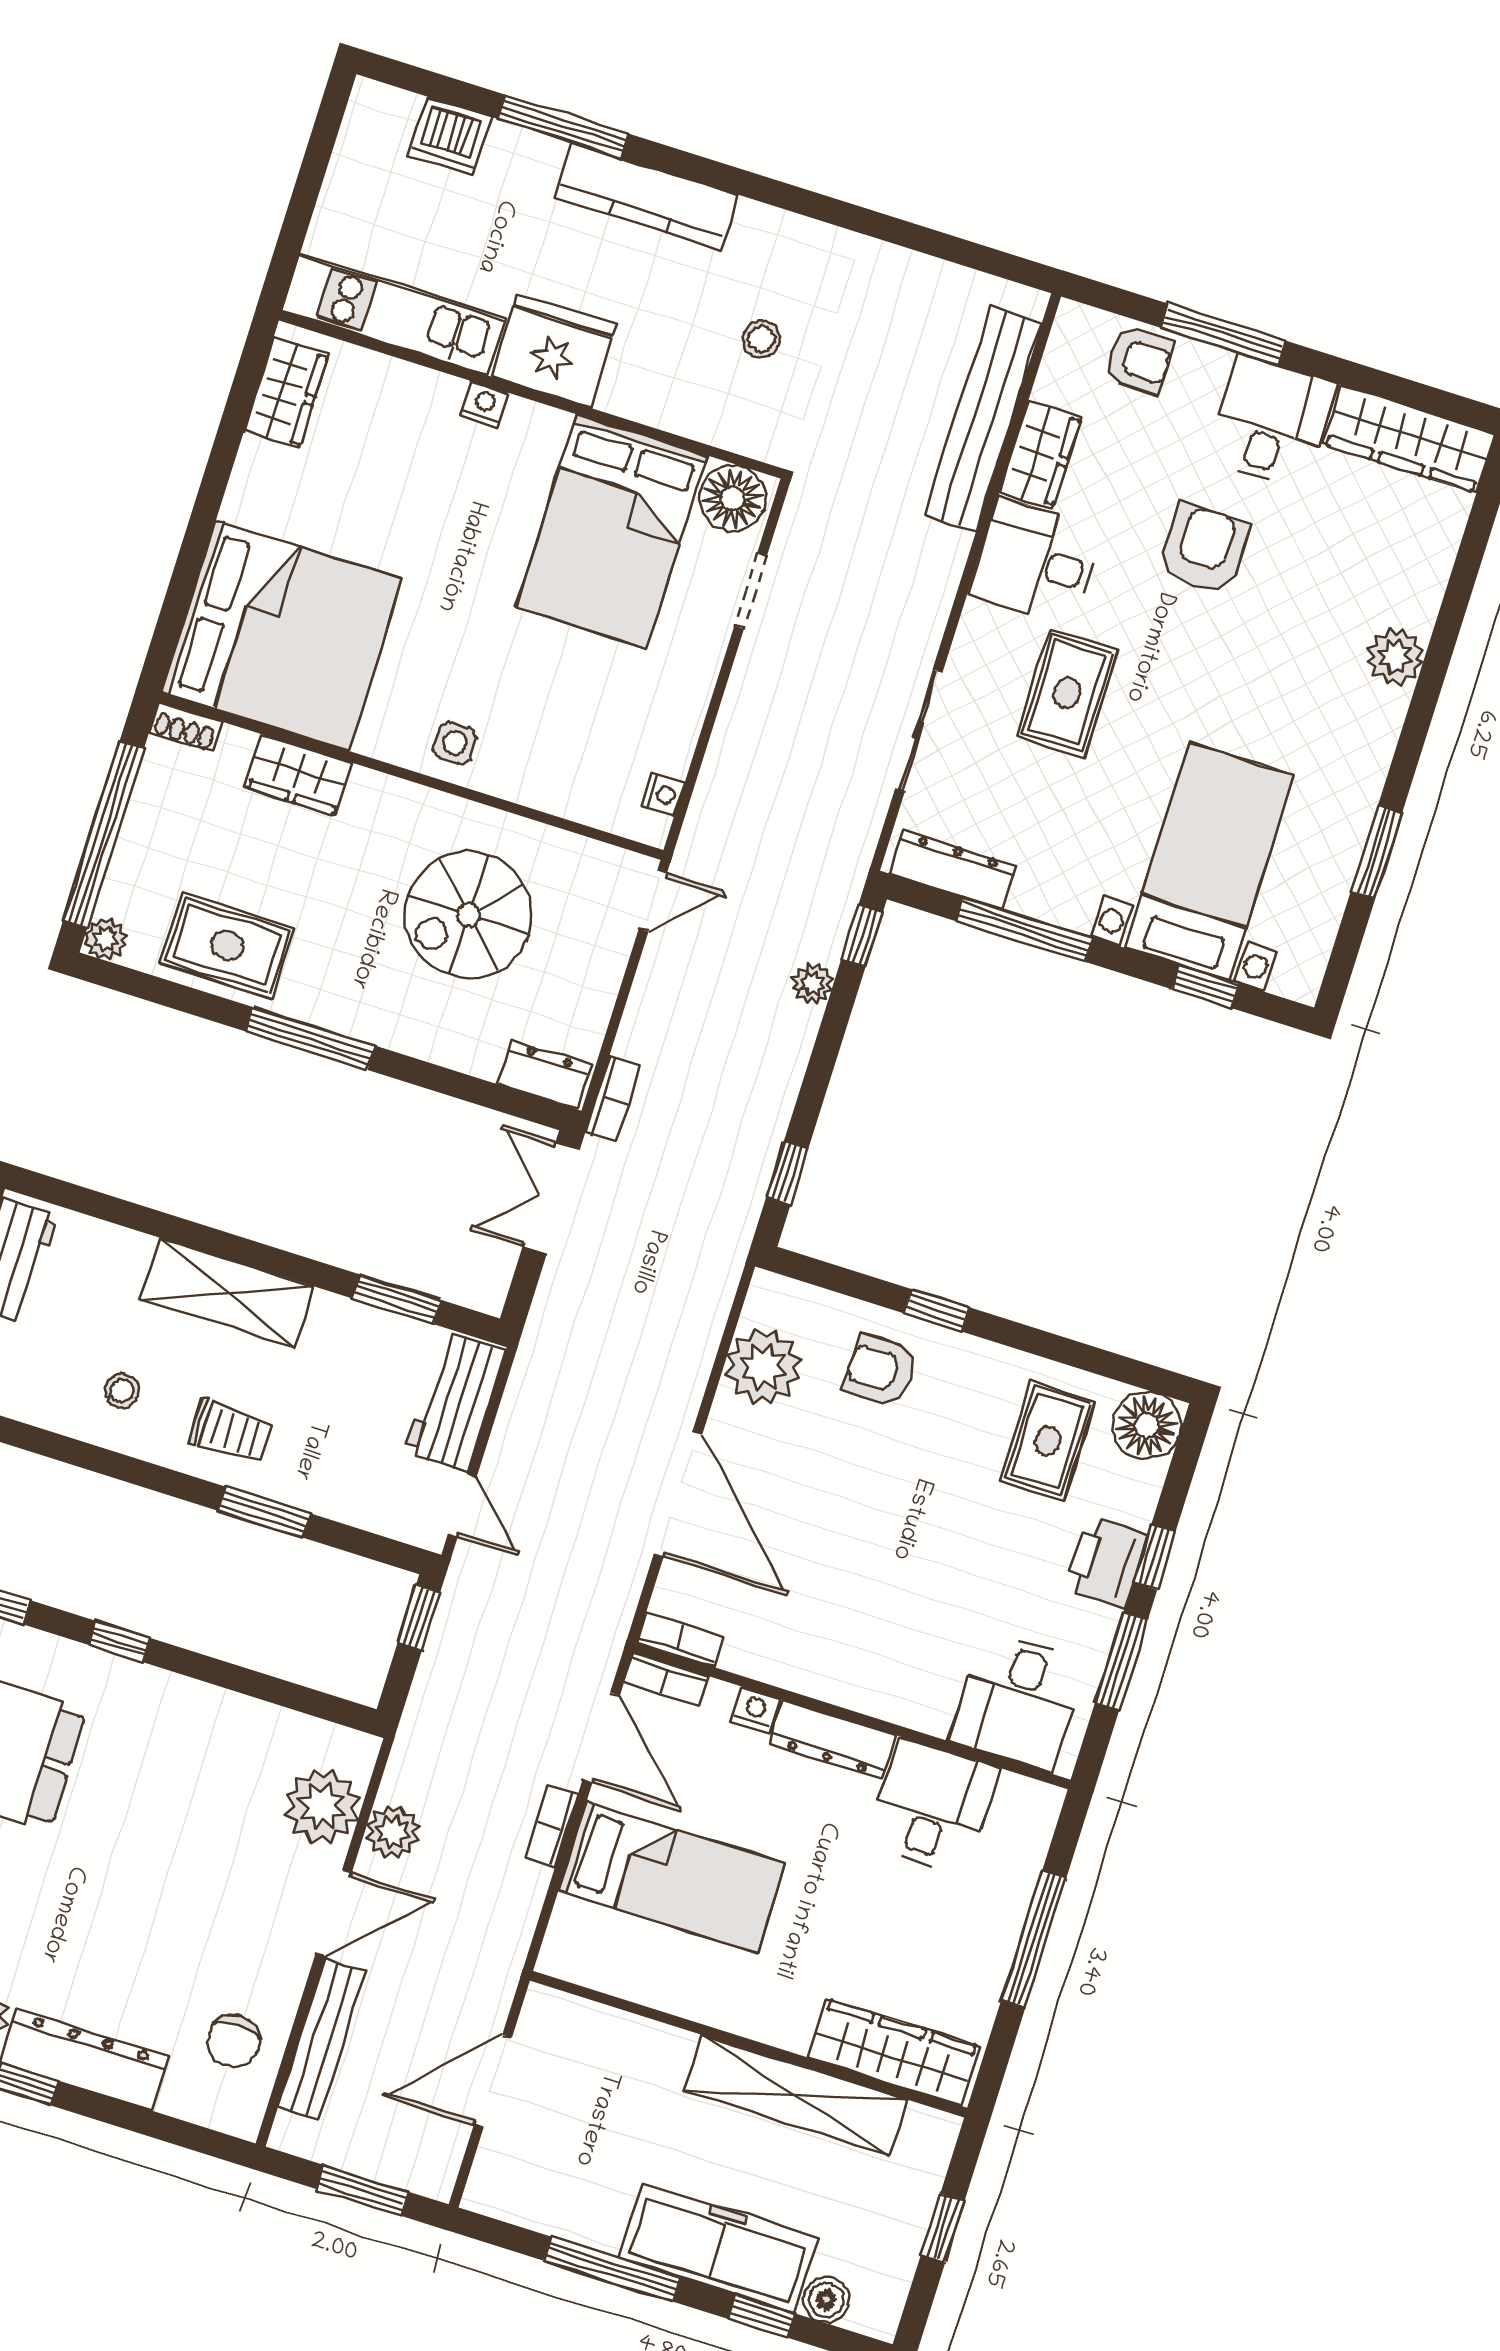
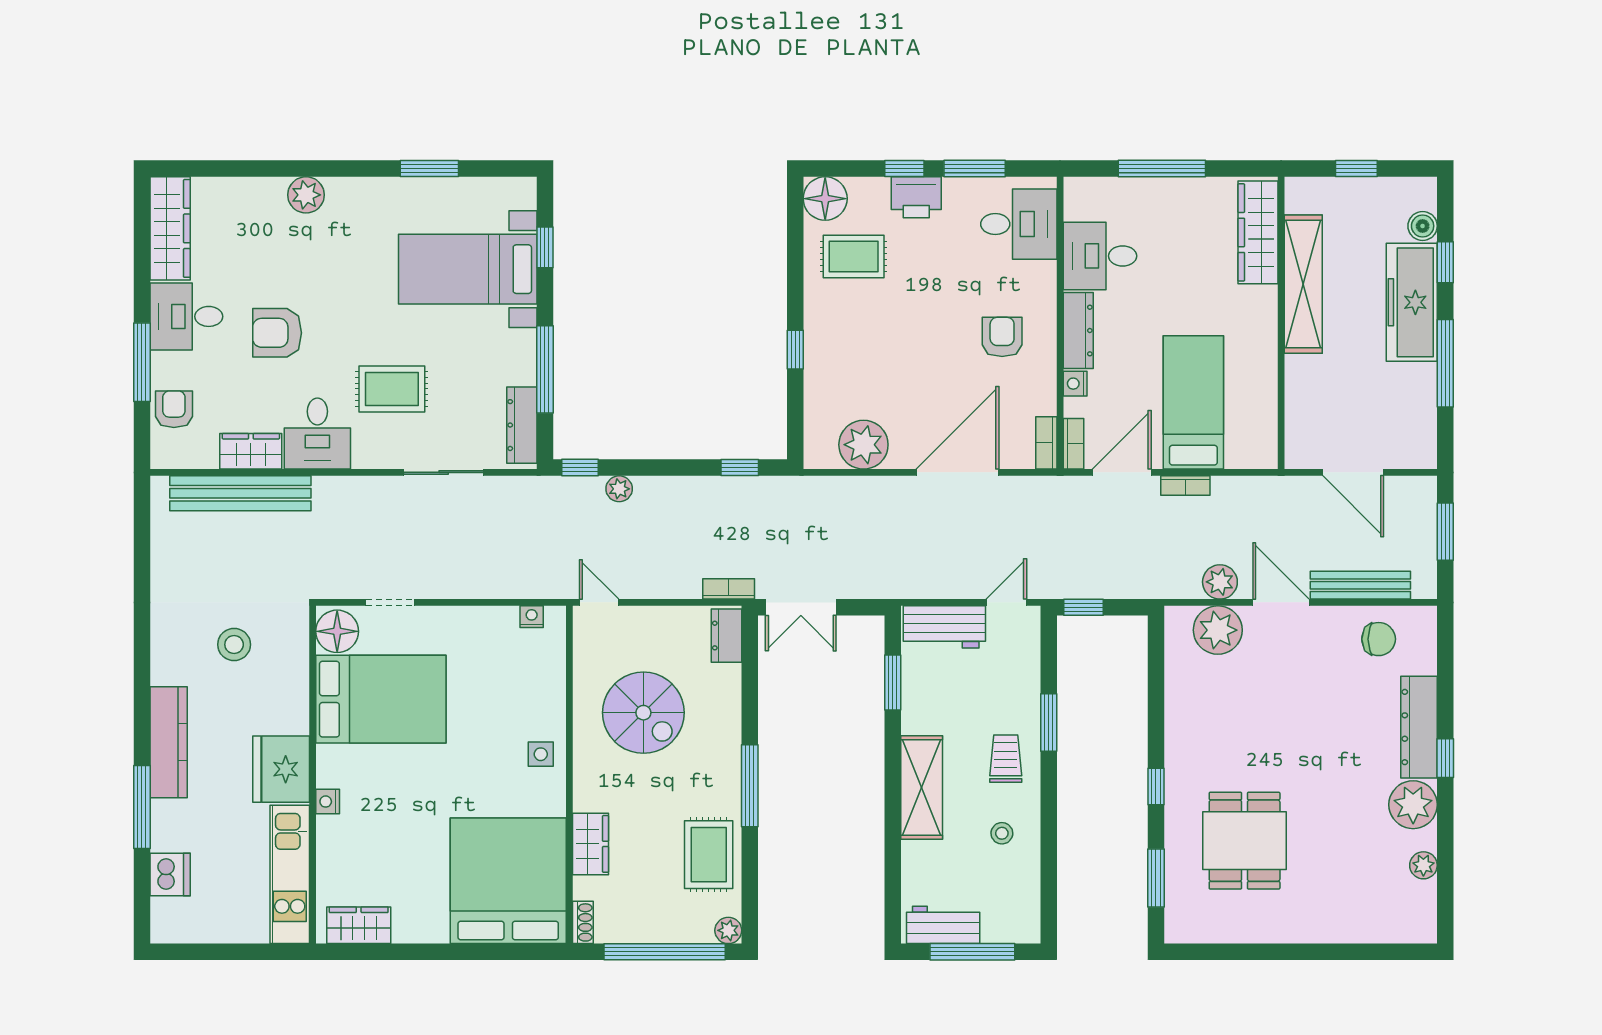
stool: (761, 339) -> (234, 645), width x1.37, depth x1.37
armchair: (881, 1370) -> (1002, 337), moved, turned 180

